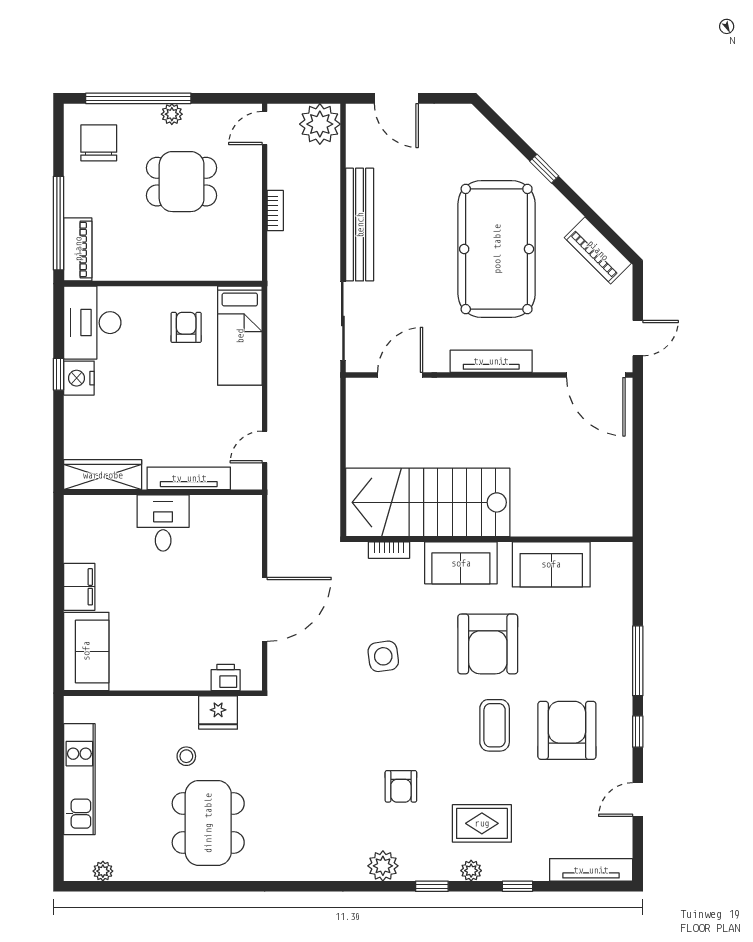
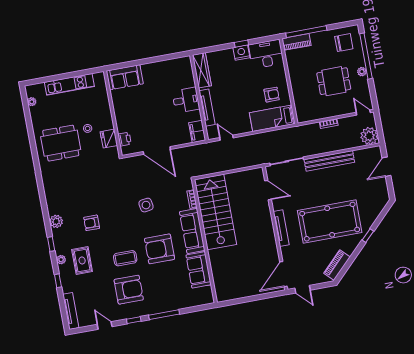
dining table: (182, 182) -> (334, 81), turned 90
sofa: (461, 563) -> (192, 231), width x1.36
filing cabinet: (79, 587) -> (197, 131), moved, turned 90

